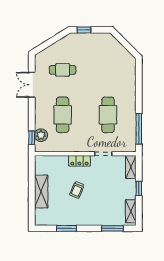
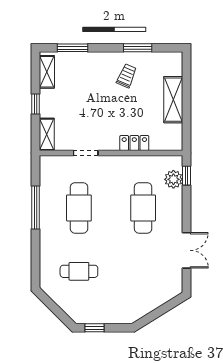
window: (84, 30) -> (95, 328), moved
cafe table: (63, 70) -> (79, 271), moved
window: (139, 129) -> (36, 207), moved
locker: (79, 161) -> (134, 143), moved
trolley: (77, 190) -> (127, 76), moved

